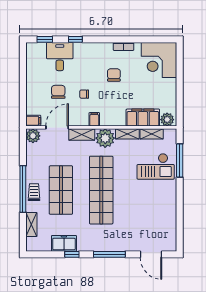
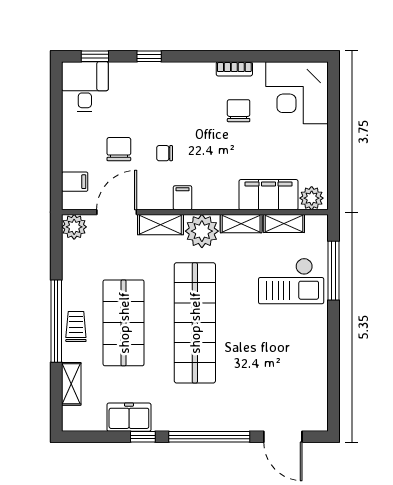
desk: (60, 57) -> (85, 87), moved
chair: (114, 75) -> (239, 111), moved
filing cabinet: (33, 121) -> (75, 182), moved
window: (109, 254) -> (209, 437), width x1.46

